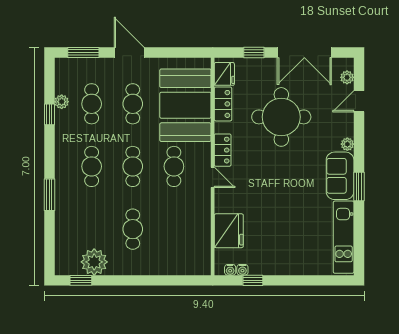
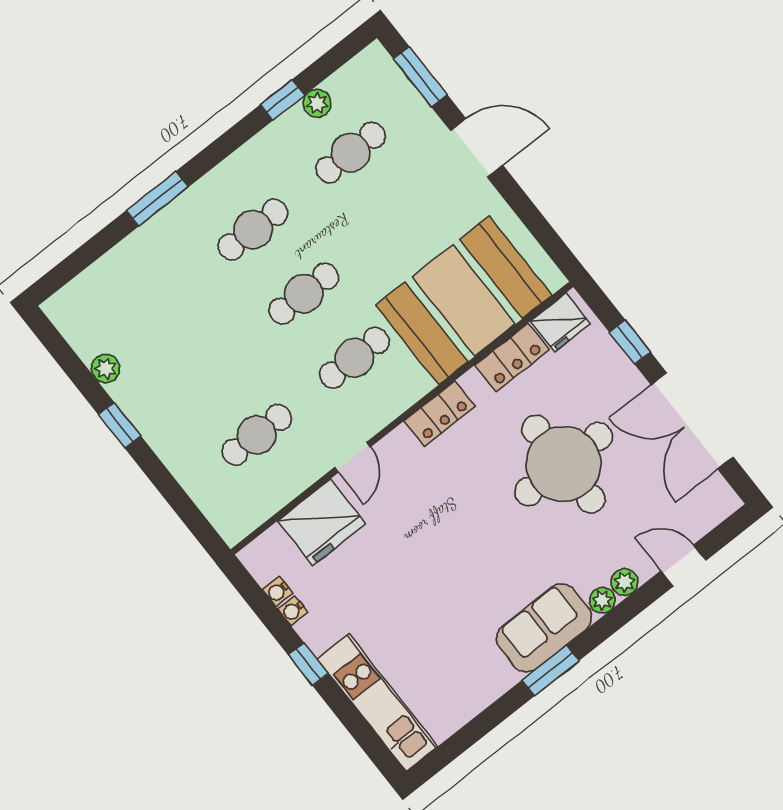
door: (129, 53) -> (477, 148), hinge flipped
plant: (347, 77) -> (625, 582), moved
cafe table: (133, 104) -> (401, 217), removed
door: (213, 177) -> (353, 457), moved
cafe table: (133, 229) -> (257, 435), moved
kitchen unit: (344, 237) -> (377, 703), moved, turned 90
plant: (94, 262) -> (106, 368), width x0.53, depth x0.53
water cooler: (230, 270) -> (293, 611), moved
window: (81, 280) -> (120, 425), moved
window: (253, 280) -> (308, 664), moved

